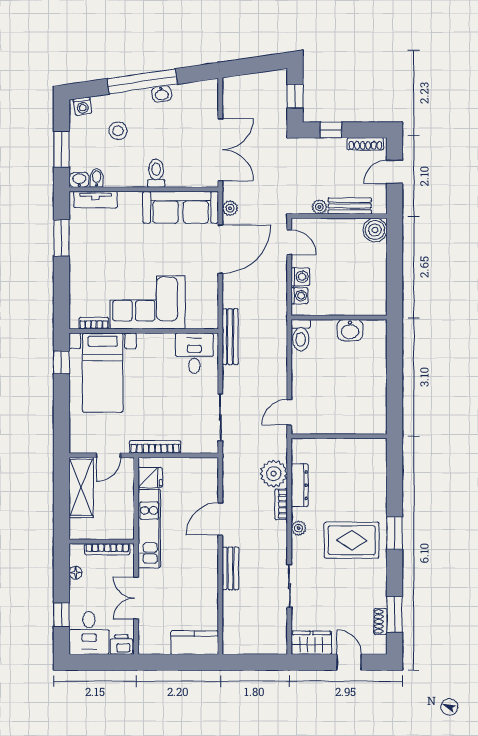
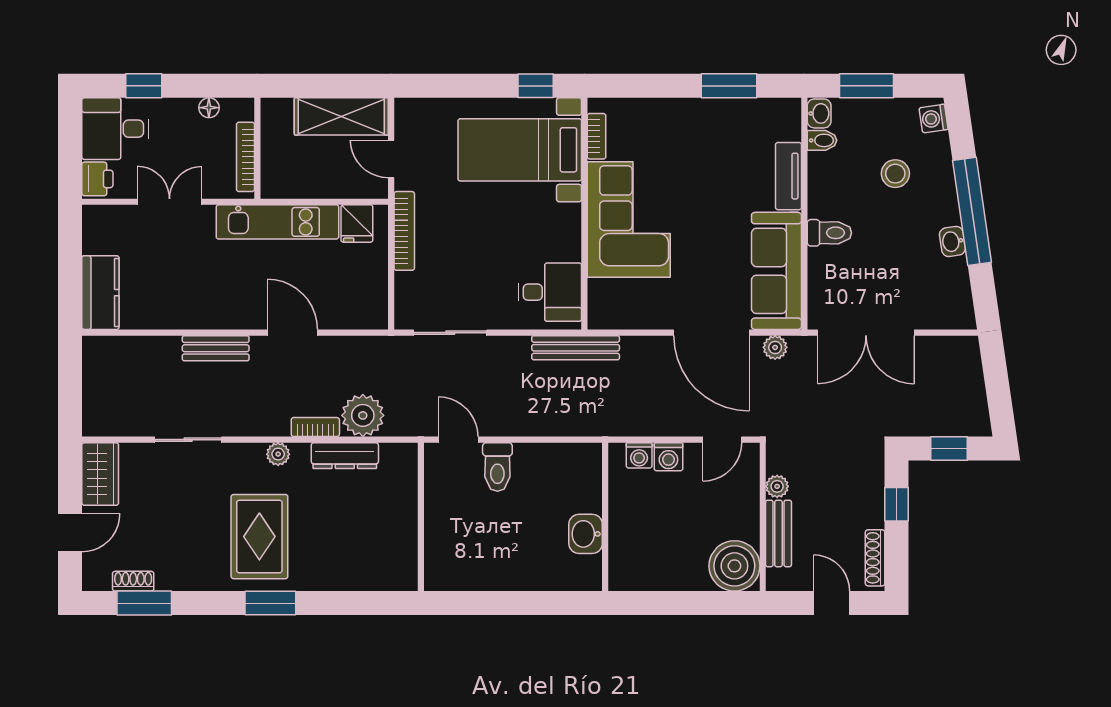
tv unit: (95, 200) -> (789, 176), moved
boiler: (375, 230) -> (734, 566), width x1.37, depth x1.37
toilet: (301, 335) -> (497, 467), moved, turned -90

